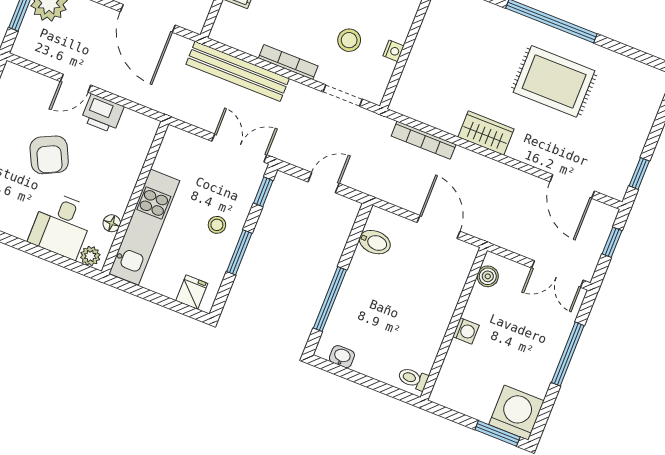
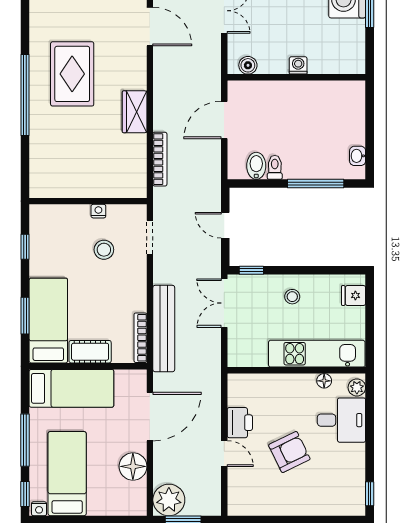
bookcase: (288, 62) -> (140, 338), moved
door: (572, 186) -> (150, 27), hinge flipped
window: (239, 252) -> (307, 270), removed
toilet: (413, 379) -> (275, 167), moved, turned 180

